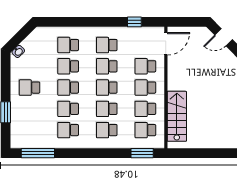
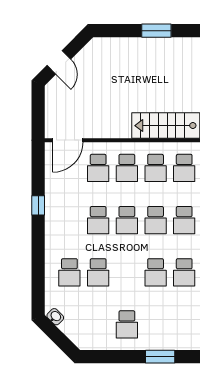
window: (134, 22) -> (38, 205), moved
door: (166, 44) -> (68, 140), swing flipped
school desk: (107, 45) -> (69, 220), removed
washbasin: (18, 51) -> (55, 317), moved
school desk: (68, 88) -> (127, 272), removed

